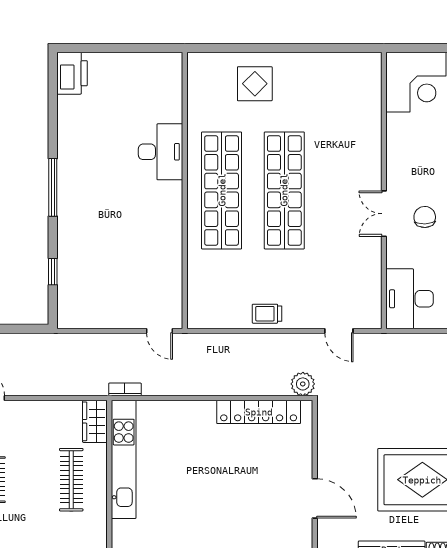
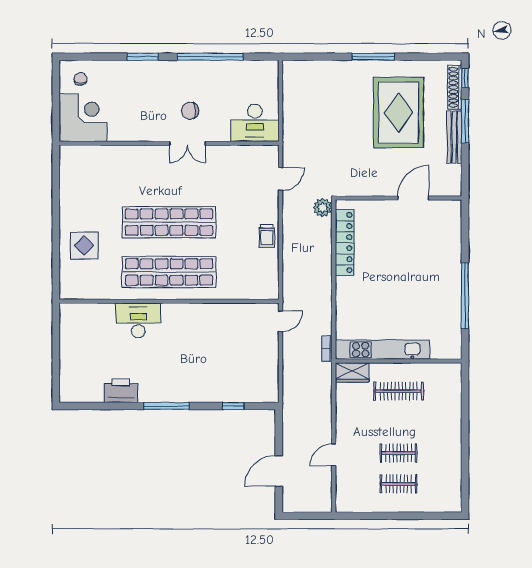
printer: (72, 73) -> (121, 391), moved

